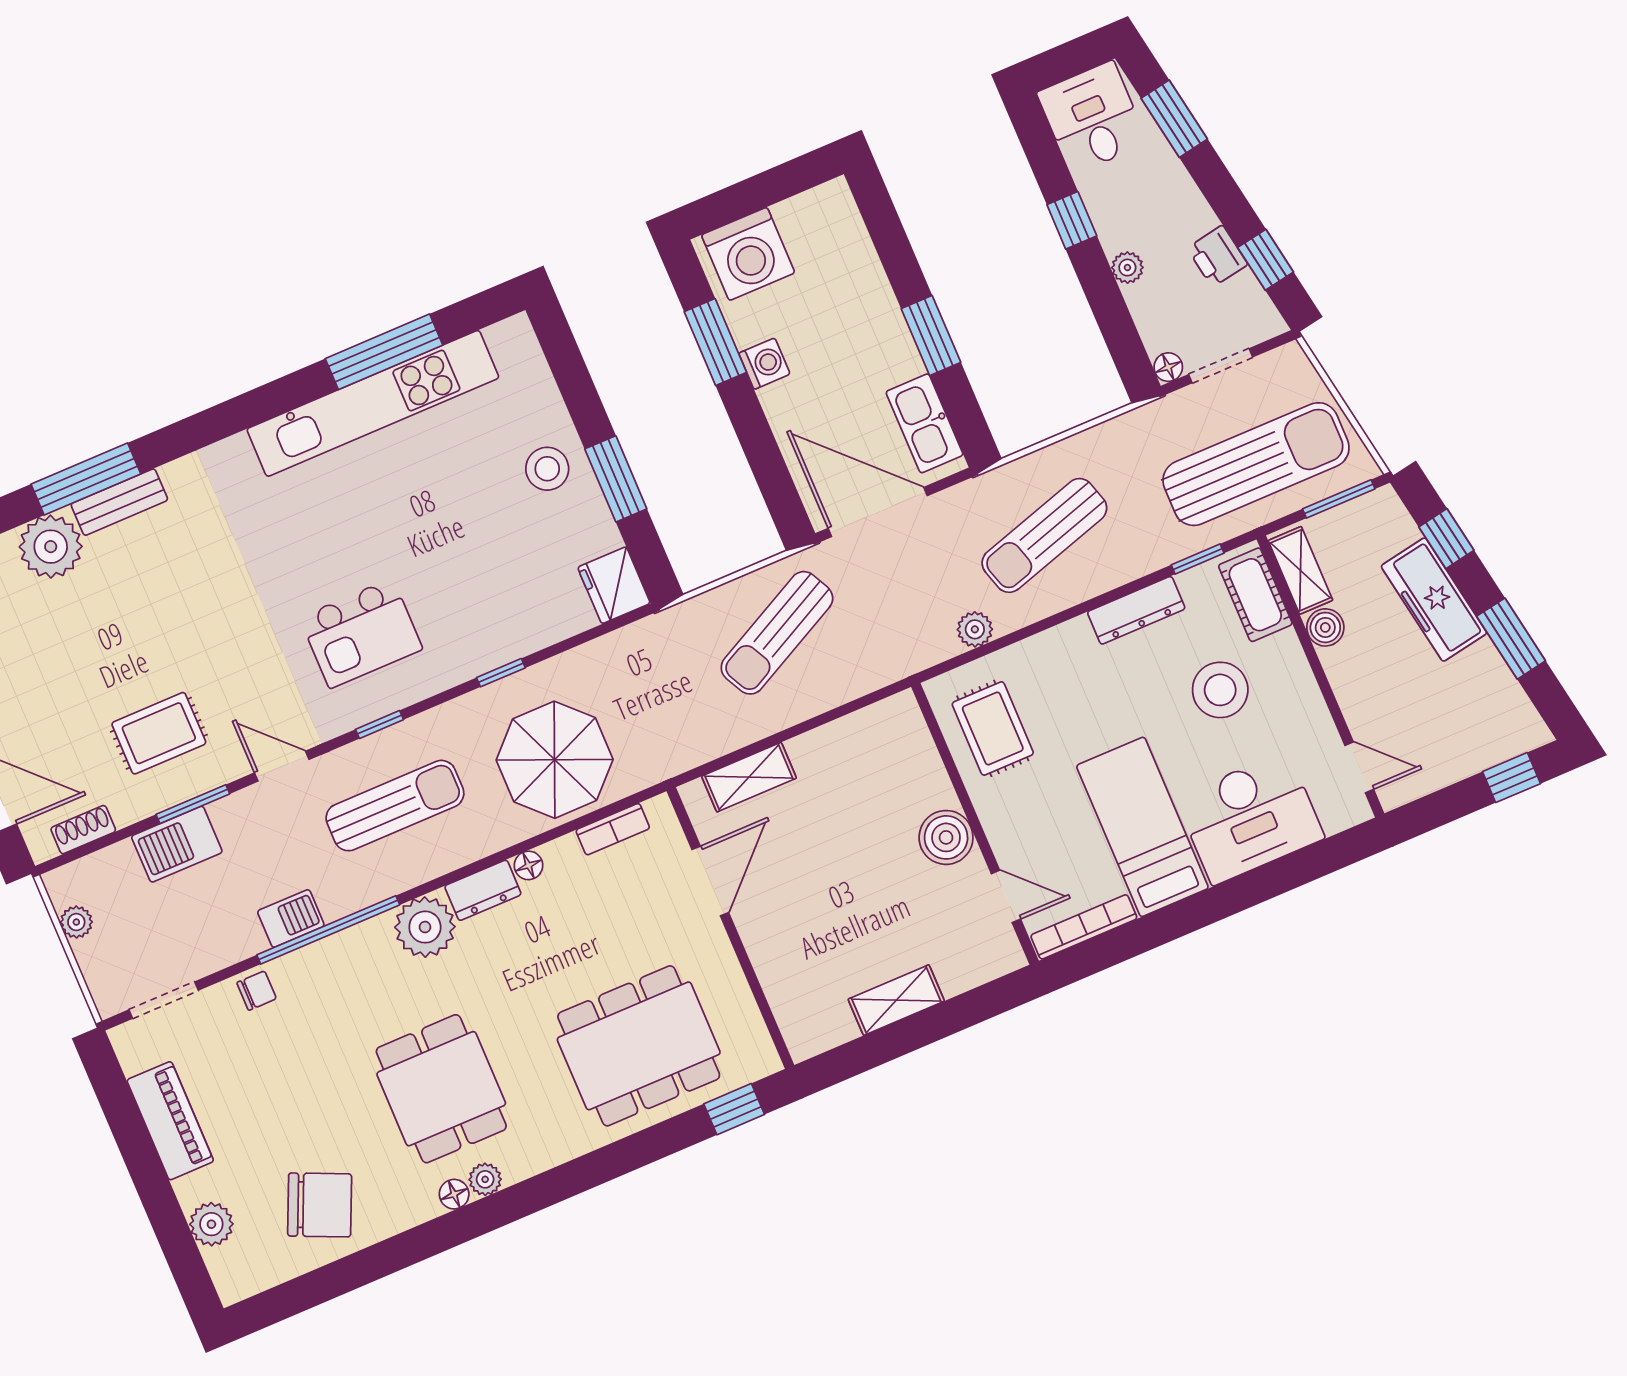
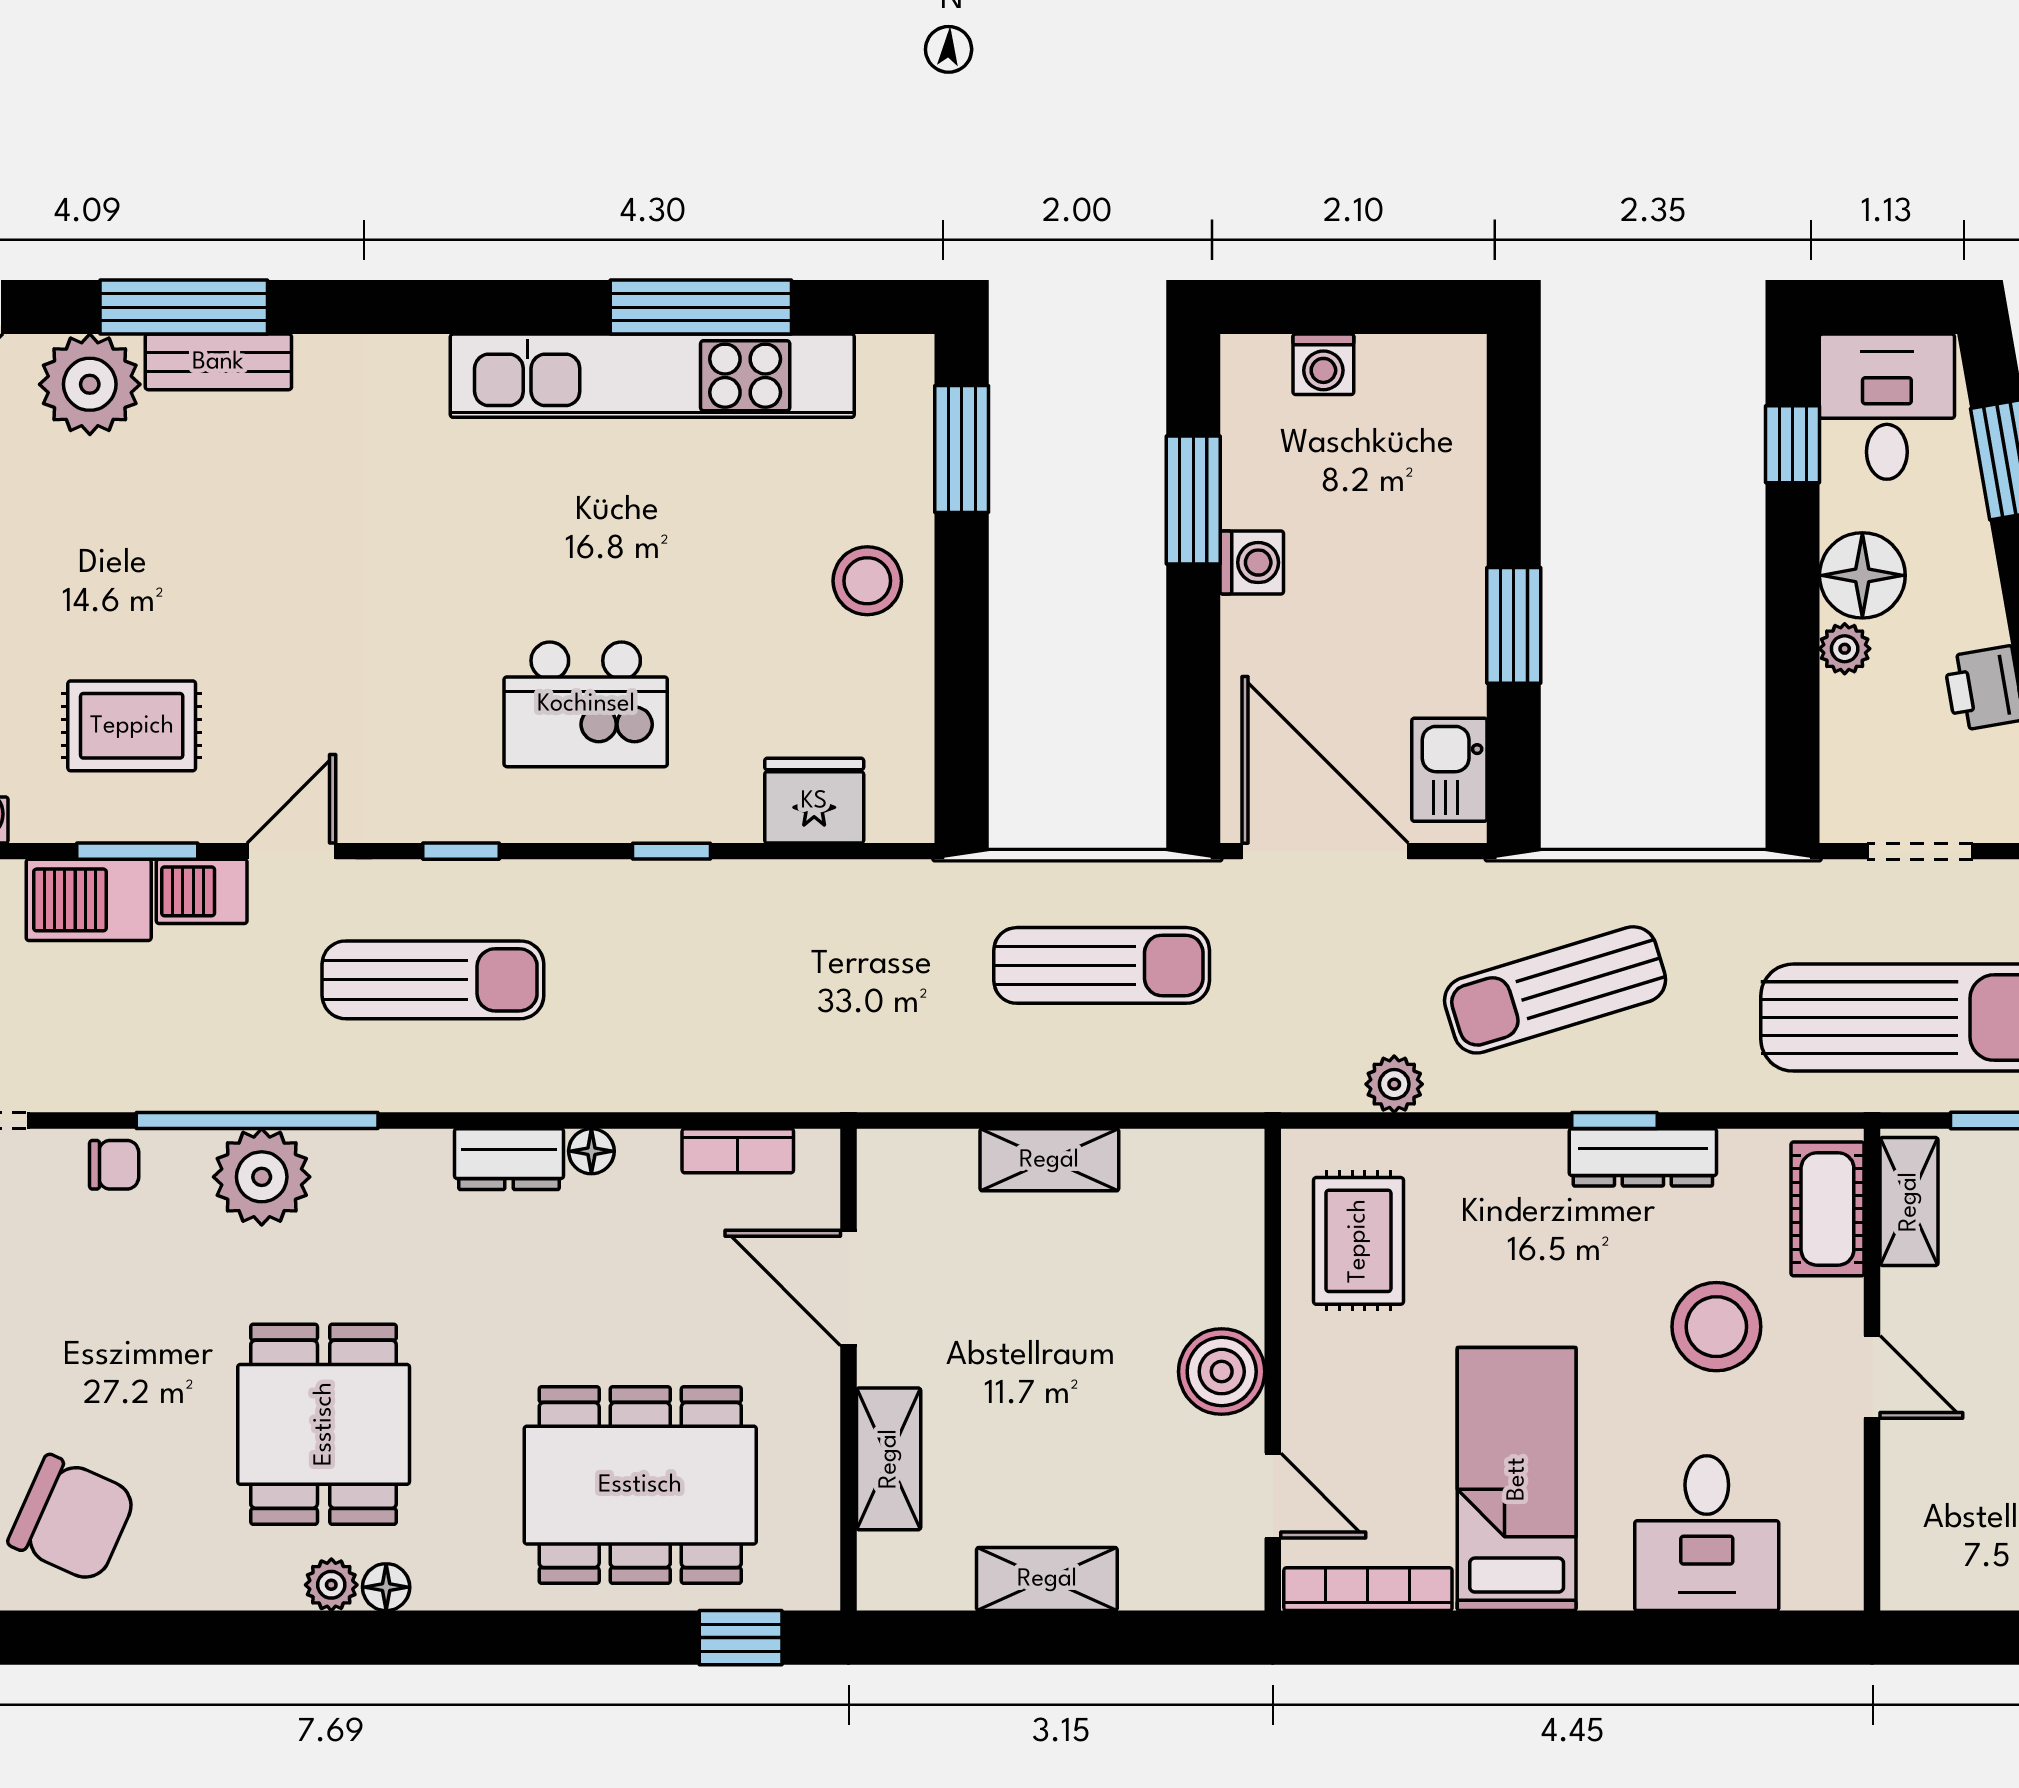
window: (1072, 220) -> (1793, 444), moved
washing machine: (748, 254) -> (1323, 364), width x0.53, depth x0.53
floor lamp: (1168, 367) -> (1862, 575), moved, width x1.89, depth x1.89
kitchen sink: (925, 423) -> (1449, 770), width x0.73
window: (616, 479) -> (962, 449), moved
window: (1198, 559) -> (1615, 1120), moved
fridge: (614, 585) -> (814, 801), moved, turned 90
boiler: (1325, 627) -> (1910, 1301), removed
kitchen island: (361, 633) -> (586, 704), moved
sun lounger: (777, 633) -> (1102, 965), turned -153
parasol: (555, 760) -> (696, 1012), removed
door: (282, 766) -> (291, 851), hinge flipped
door: (1359, 767) -> (1872, 1377), moved
shelving: (749, 777) -> (1049, 1160), moved
desk: (1250, 818) -> (1707, 1533), width x0.73
door: (710, 881) -> (849, 1288), swing flipped
barbecue: (291, 918) -> (202, 891), moved, turned 180
plant: (425, 927) -> (262, 1177), moved
shelving: (775, 970) -> (889, 1459), added
floor lamp: (454, 1194) -> (386, 1587), moved

